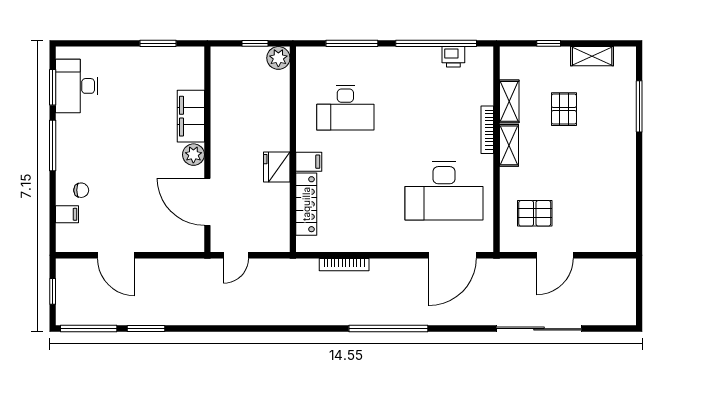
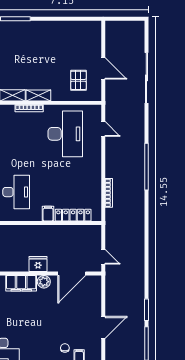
pallet: (564, 109) -> (17, 63), removed
fridge: (277, 167) -> (38, 264), moved, turned 180
door: (452, 255) -> (103, 129), width x0.53

